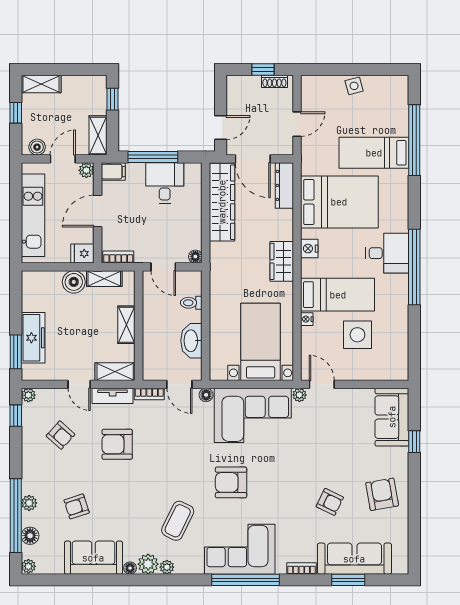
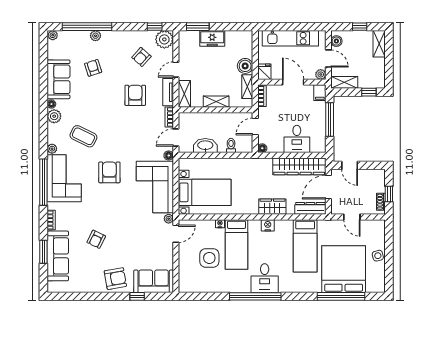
bed: (374, 153) -> (344, 269), width x2.04
desk: (165, 183) -> (297, 139), moved, turned 90
bed: (339, 202) -> (305, 246), width x0.67
wardrobe: (282, 261) -> (272, 207), moved
freezer: (33, 338) -> (212, 38), width x0.71
plant: (28, 395) -> (164, 39), width x1.88, depth x1.88
armchair: (382, 494) -> (115, 279), moved
floor lamp: (30, 536) -> (73, 36), removed
plant: (167, 567) -> (52, 149), moved

